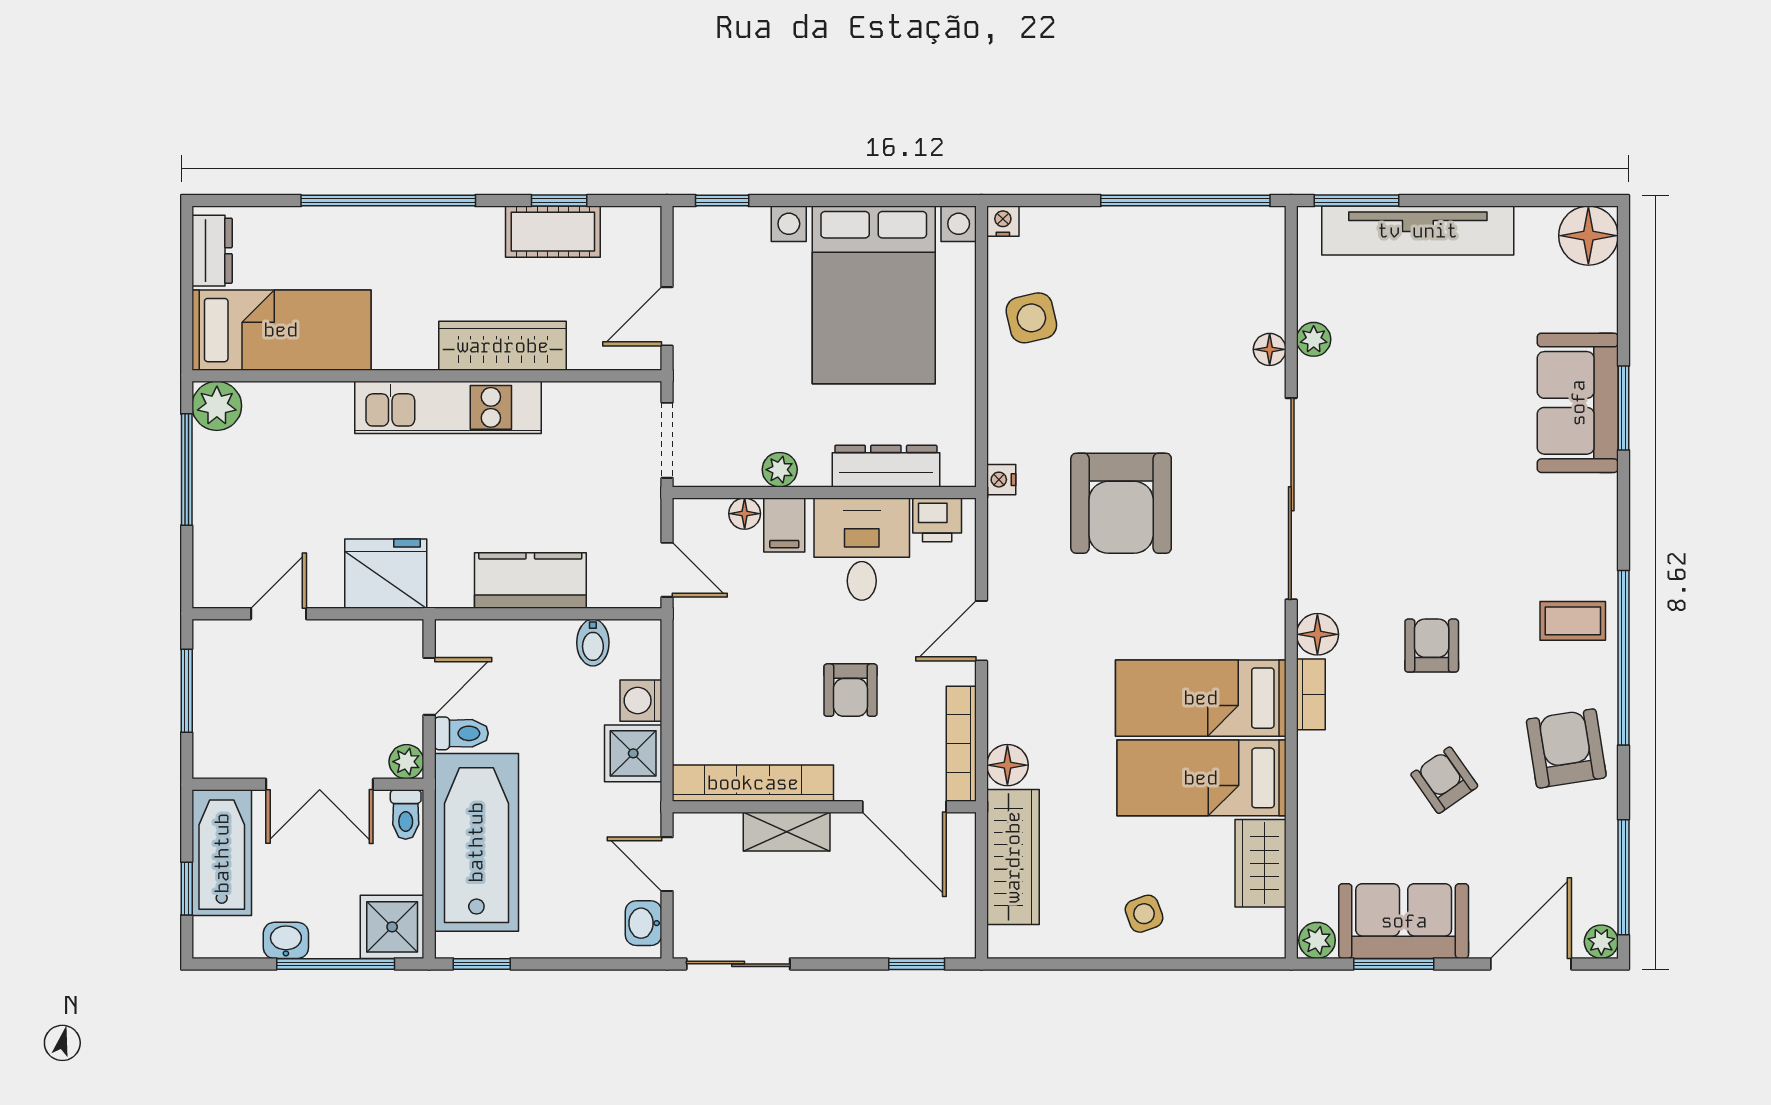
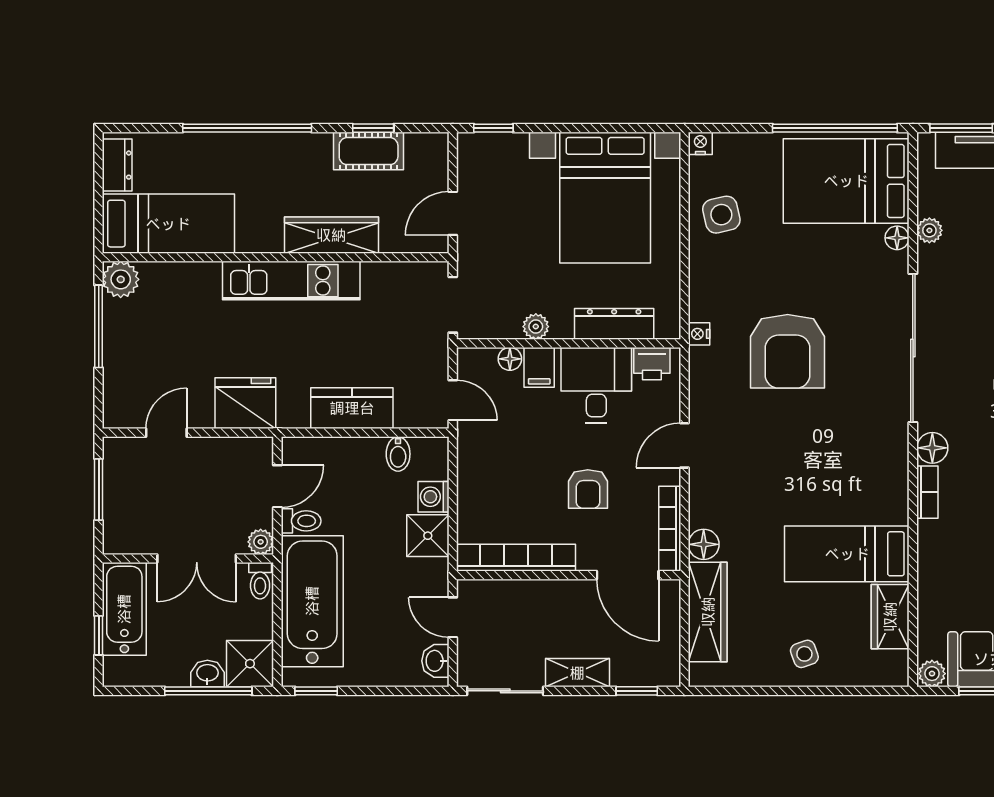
bed: (1201, 698) -> (846, 181), moved, width x1.50
shelving: (787, 832) -> (577, 673), moved
washbasin: (286, 940) -> (207, 674), moved

